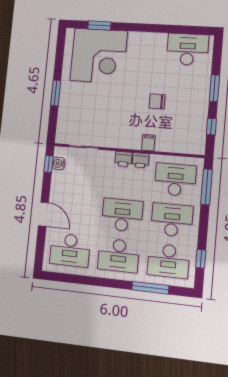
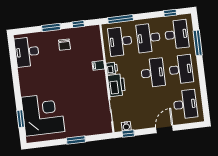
chair: (157, 101) -> (64, 45), moved
printer: (123, 159) -> (116, 85), width x1.87, depth x1.48
desk: (122, 215) -> (153, 73), turned 180

